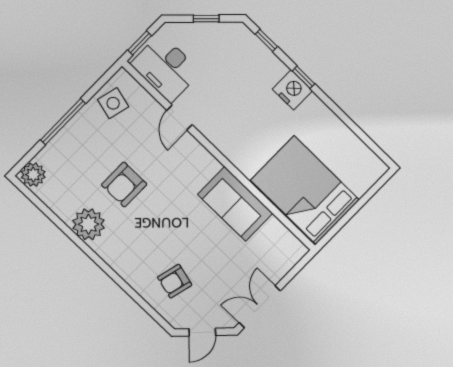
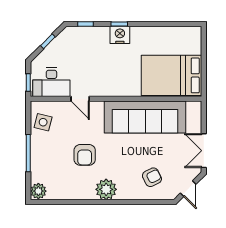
sofa: (235, 204) -> (145, 117), width x1.85, depth x1.27
plant: (89, 224) -> (106, 189), moved
armchair: (175, 281) -> (152, 177), turned -130

